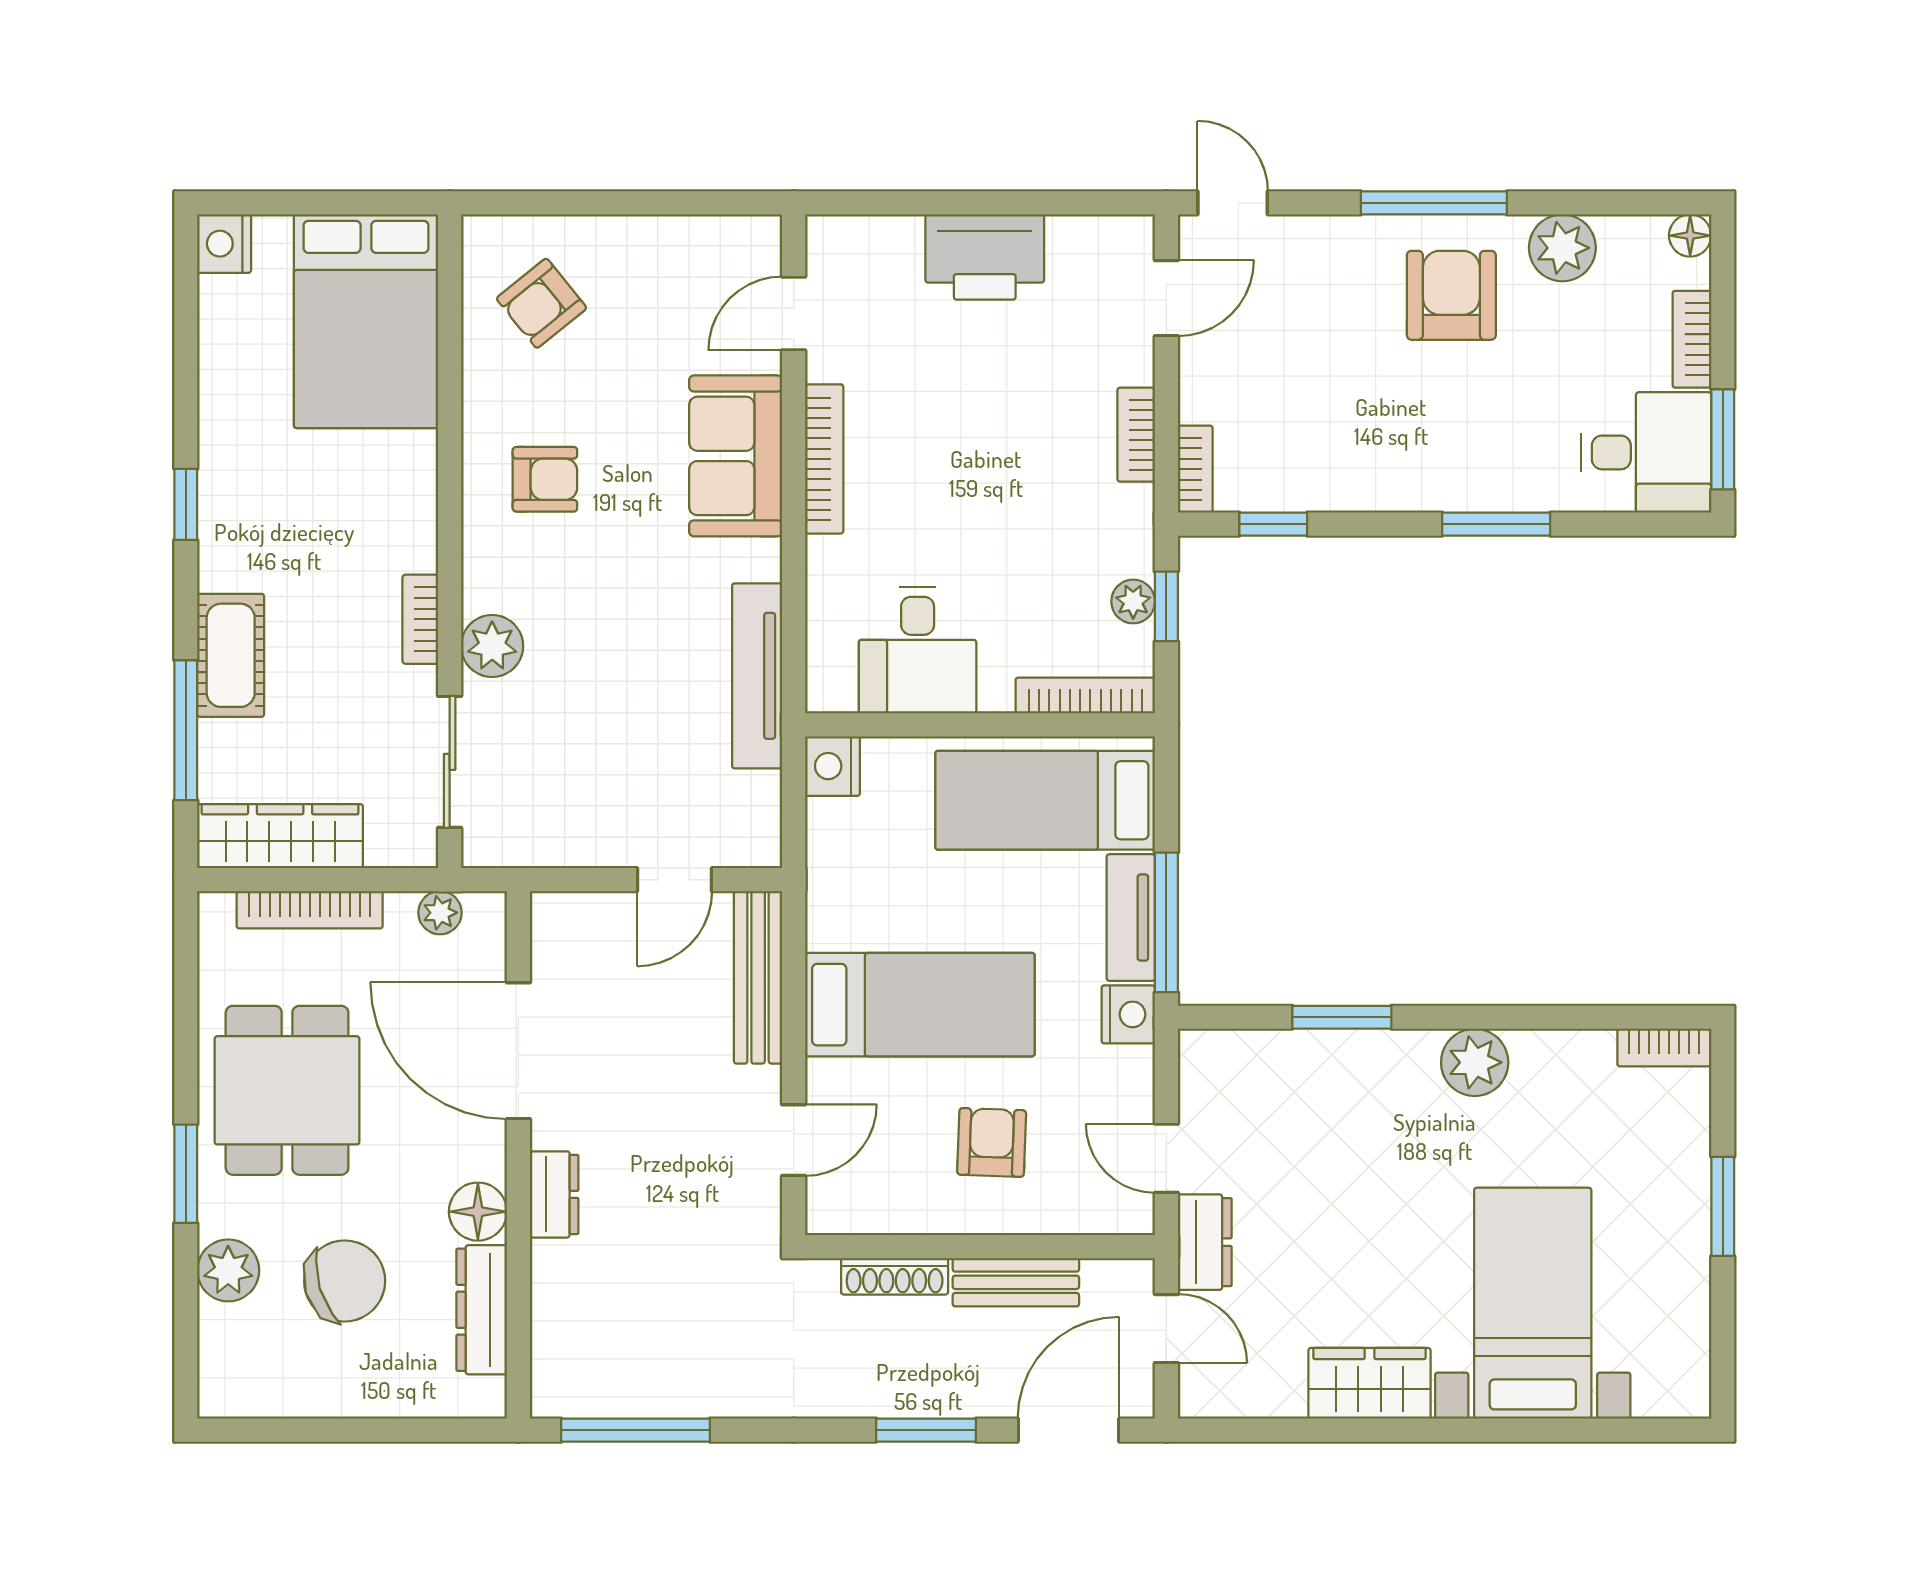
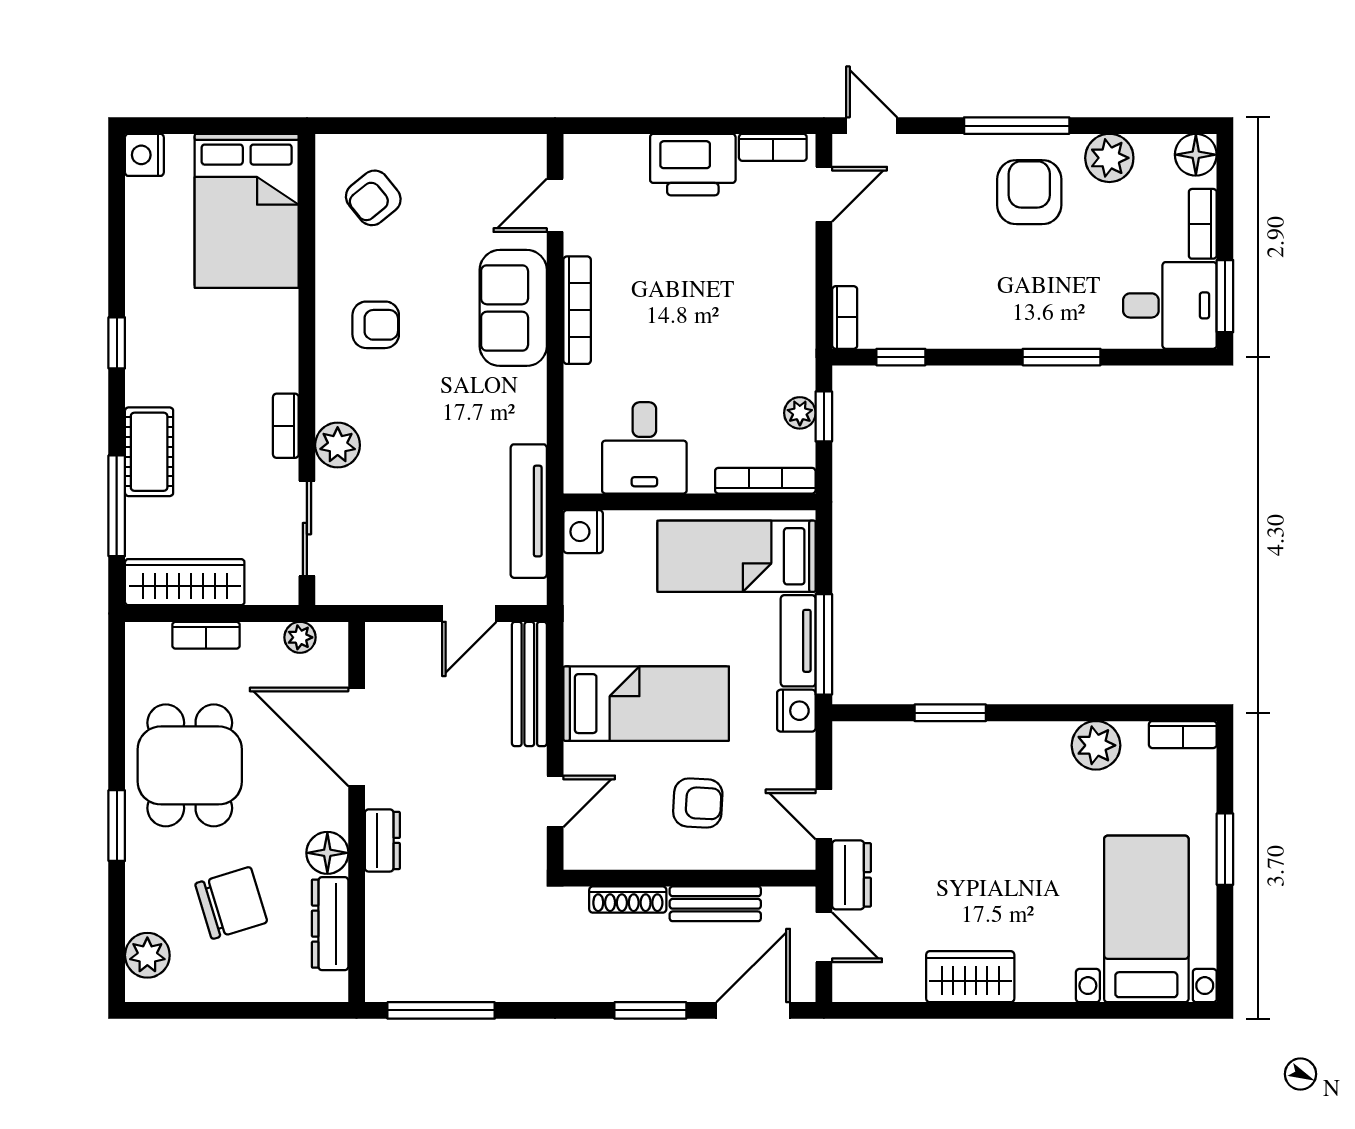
floor lamp: (1690, 236) -> (1196, 155), width x1.37, depth x1.37
bookcase: (1136, 435) -> (773, 147), moved, turned -90
tv unit: (757, 676) -> (529, 511), moved
bookcase: (310, 910) -> (206, 635), width x0.64
plant: (1475, 1062) -> (1096, 745), moved
armchair: (992, 1142) -> (698, 803), turned 91
plant: (228, 1270) -> (147, 955), moved
bed with nightstands: (1533, 1303) -> (1146, 919), moved

